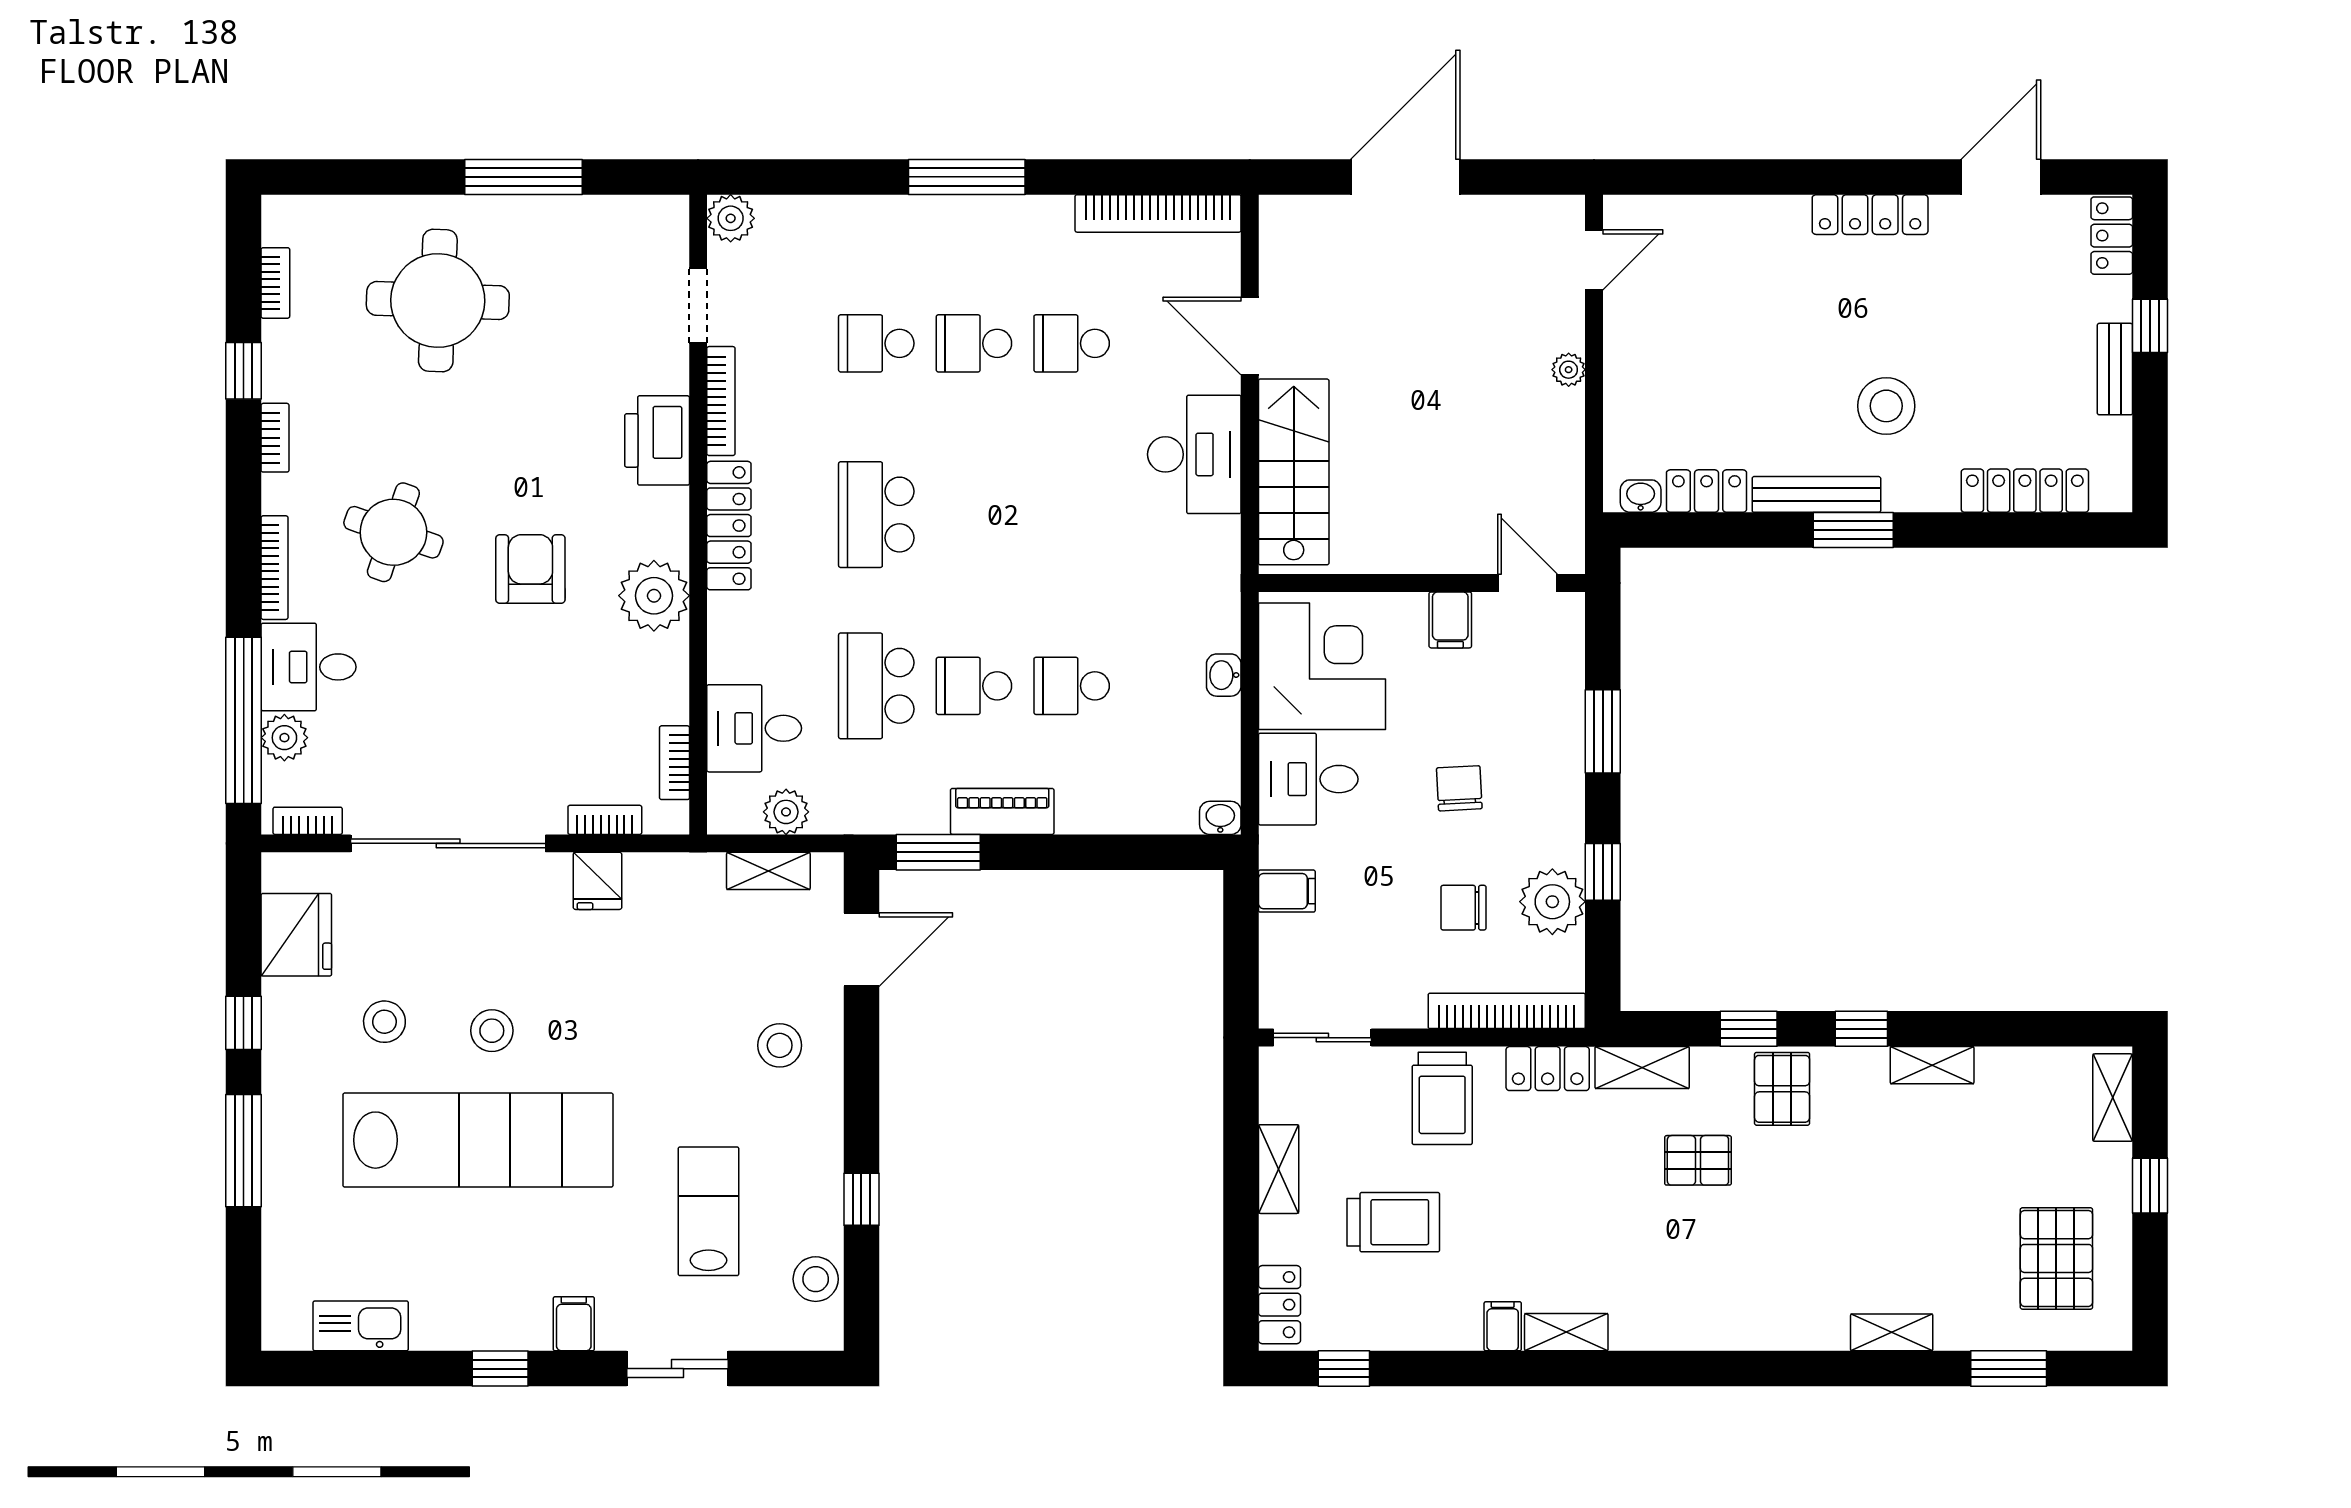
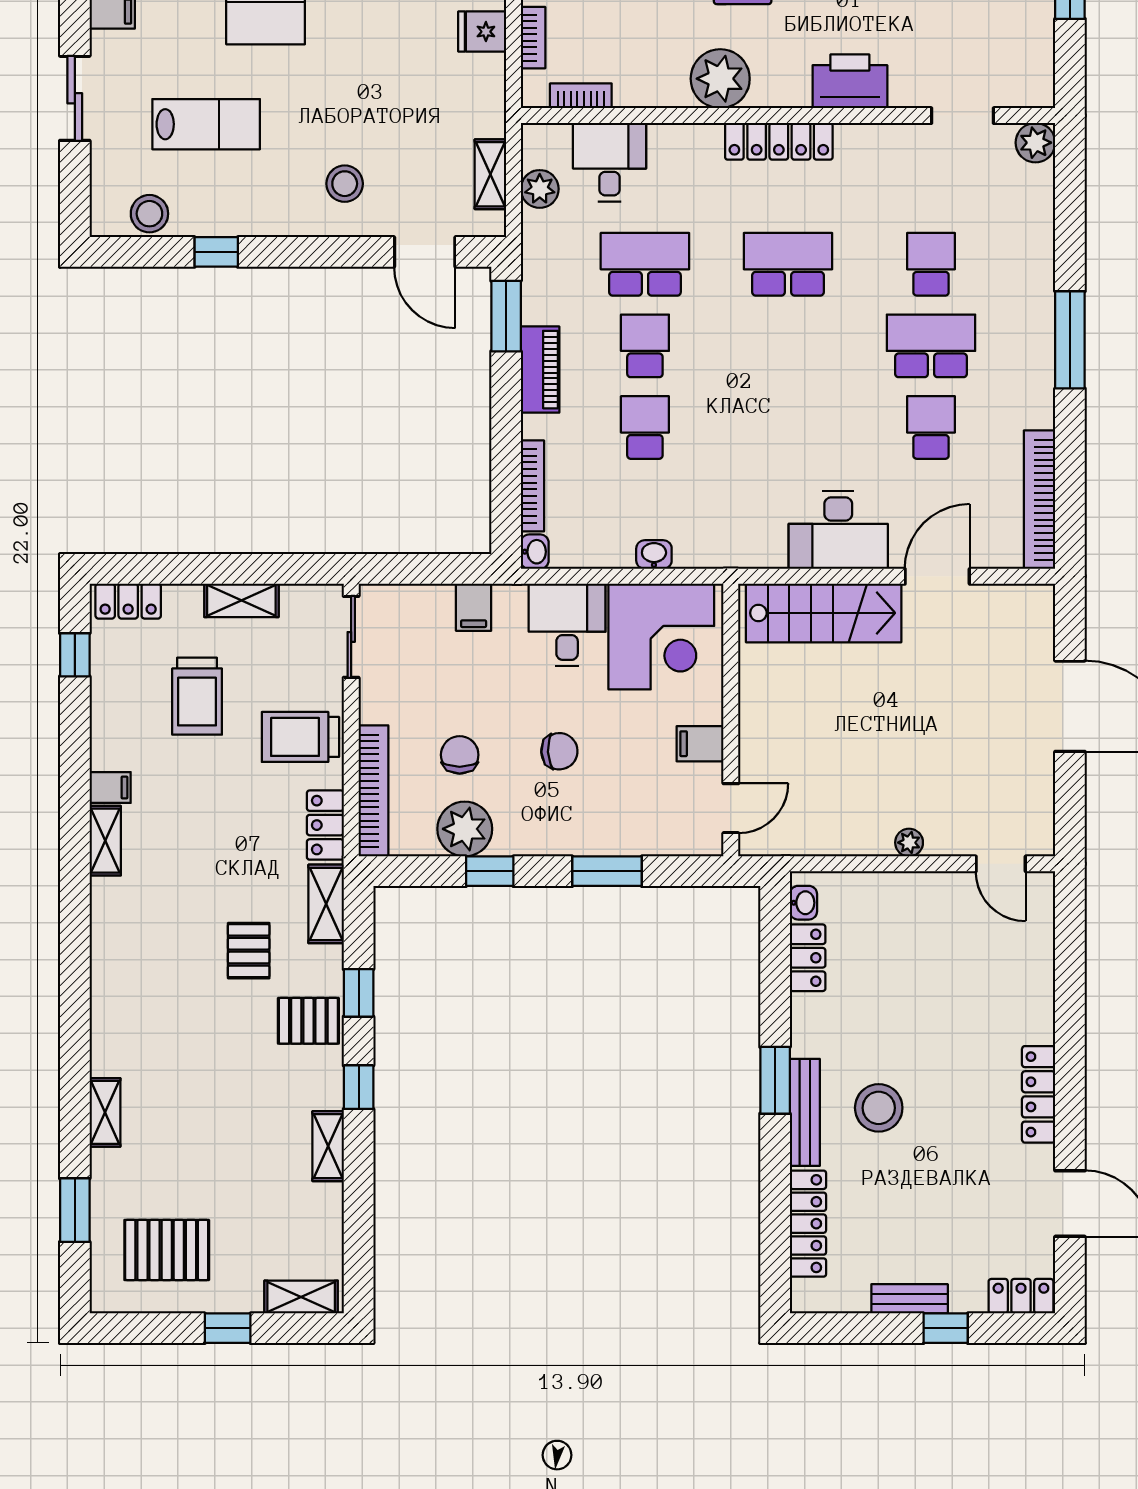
school desk: (974, 343) -> (931, 346), width x1.85
bookcase: (721, 401) -> (532, 486), moved, turned -90
bench: (1816, 494) -> (805, 1112), moved

